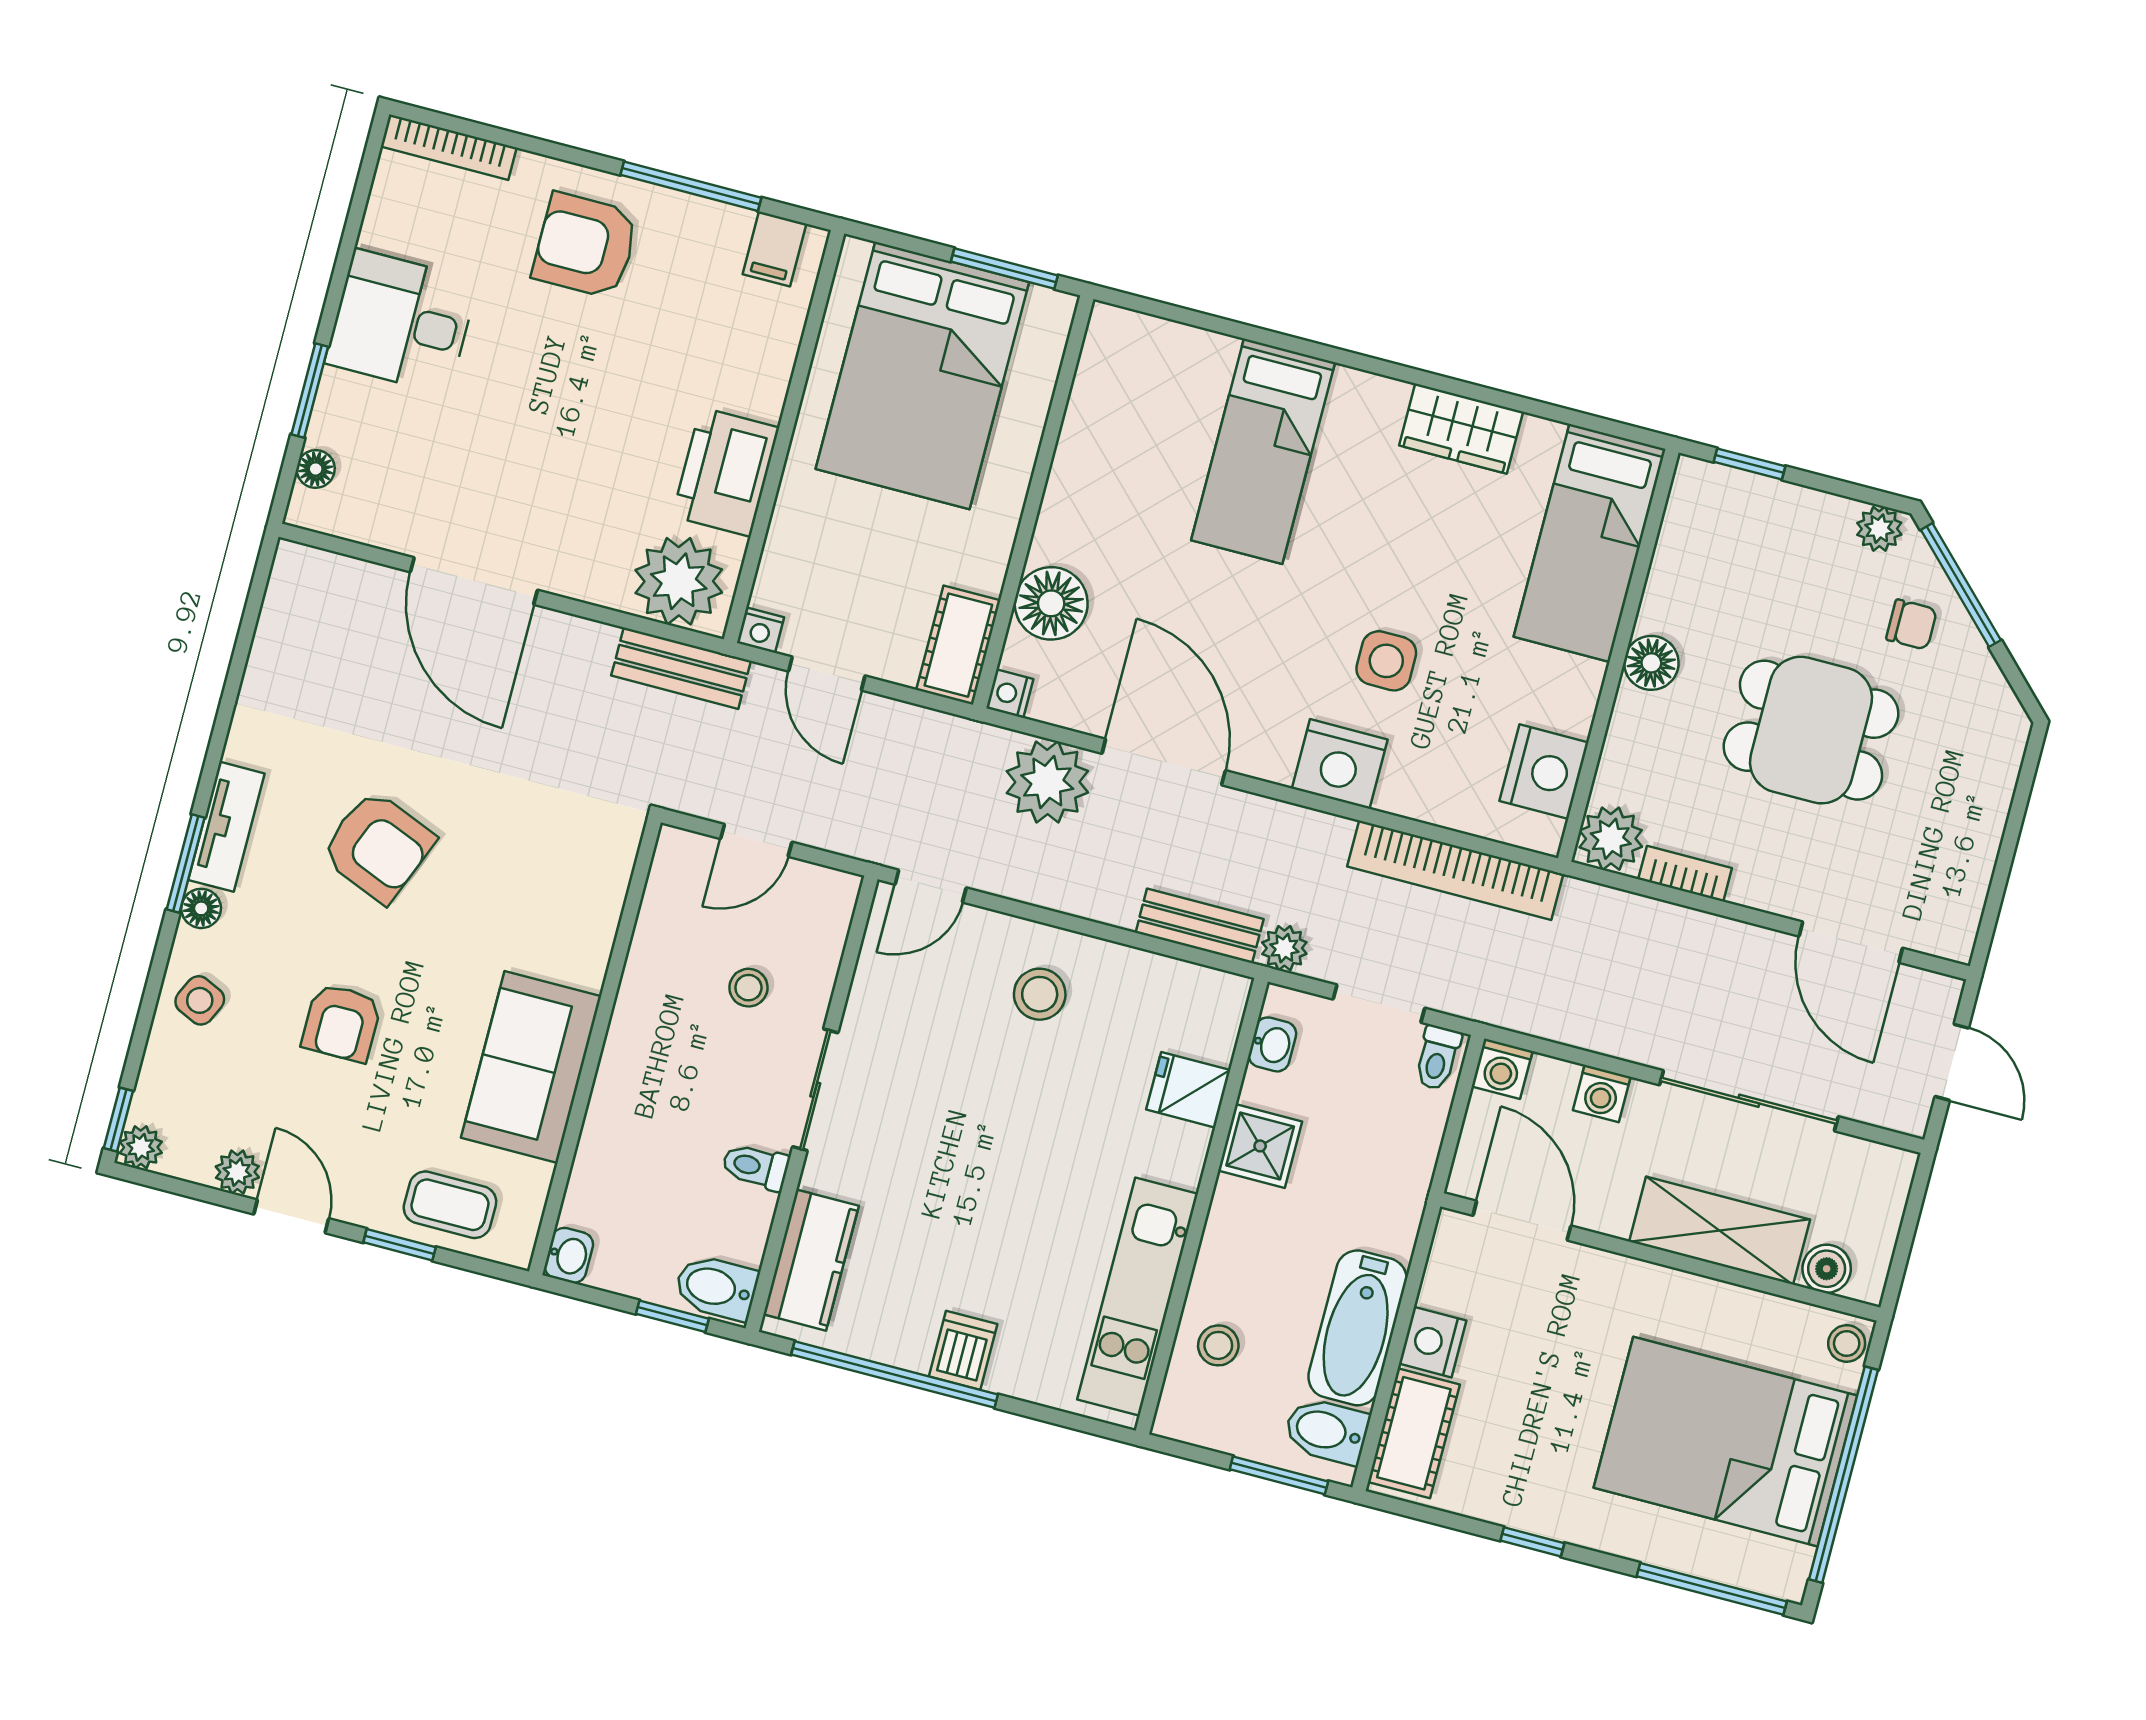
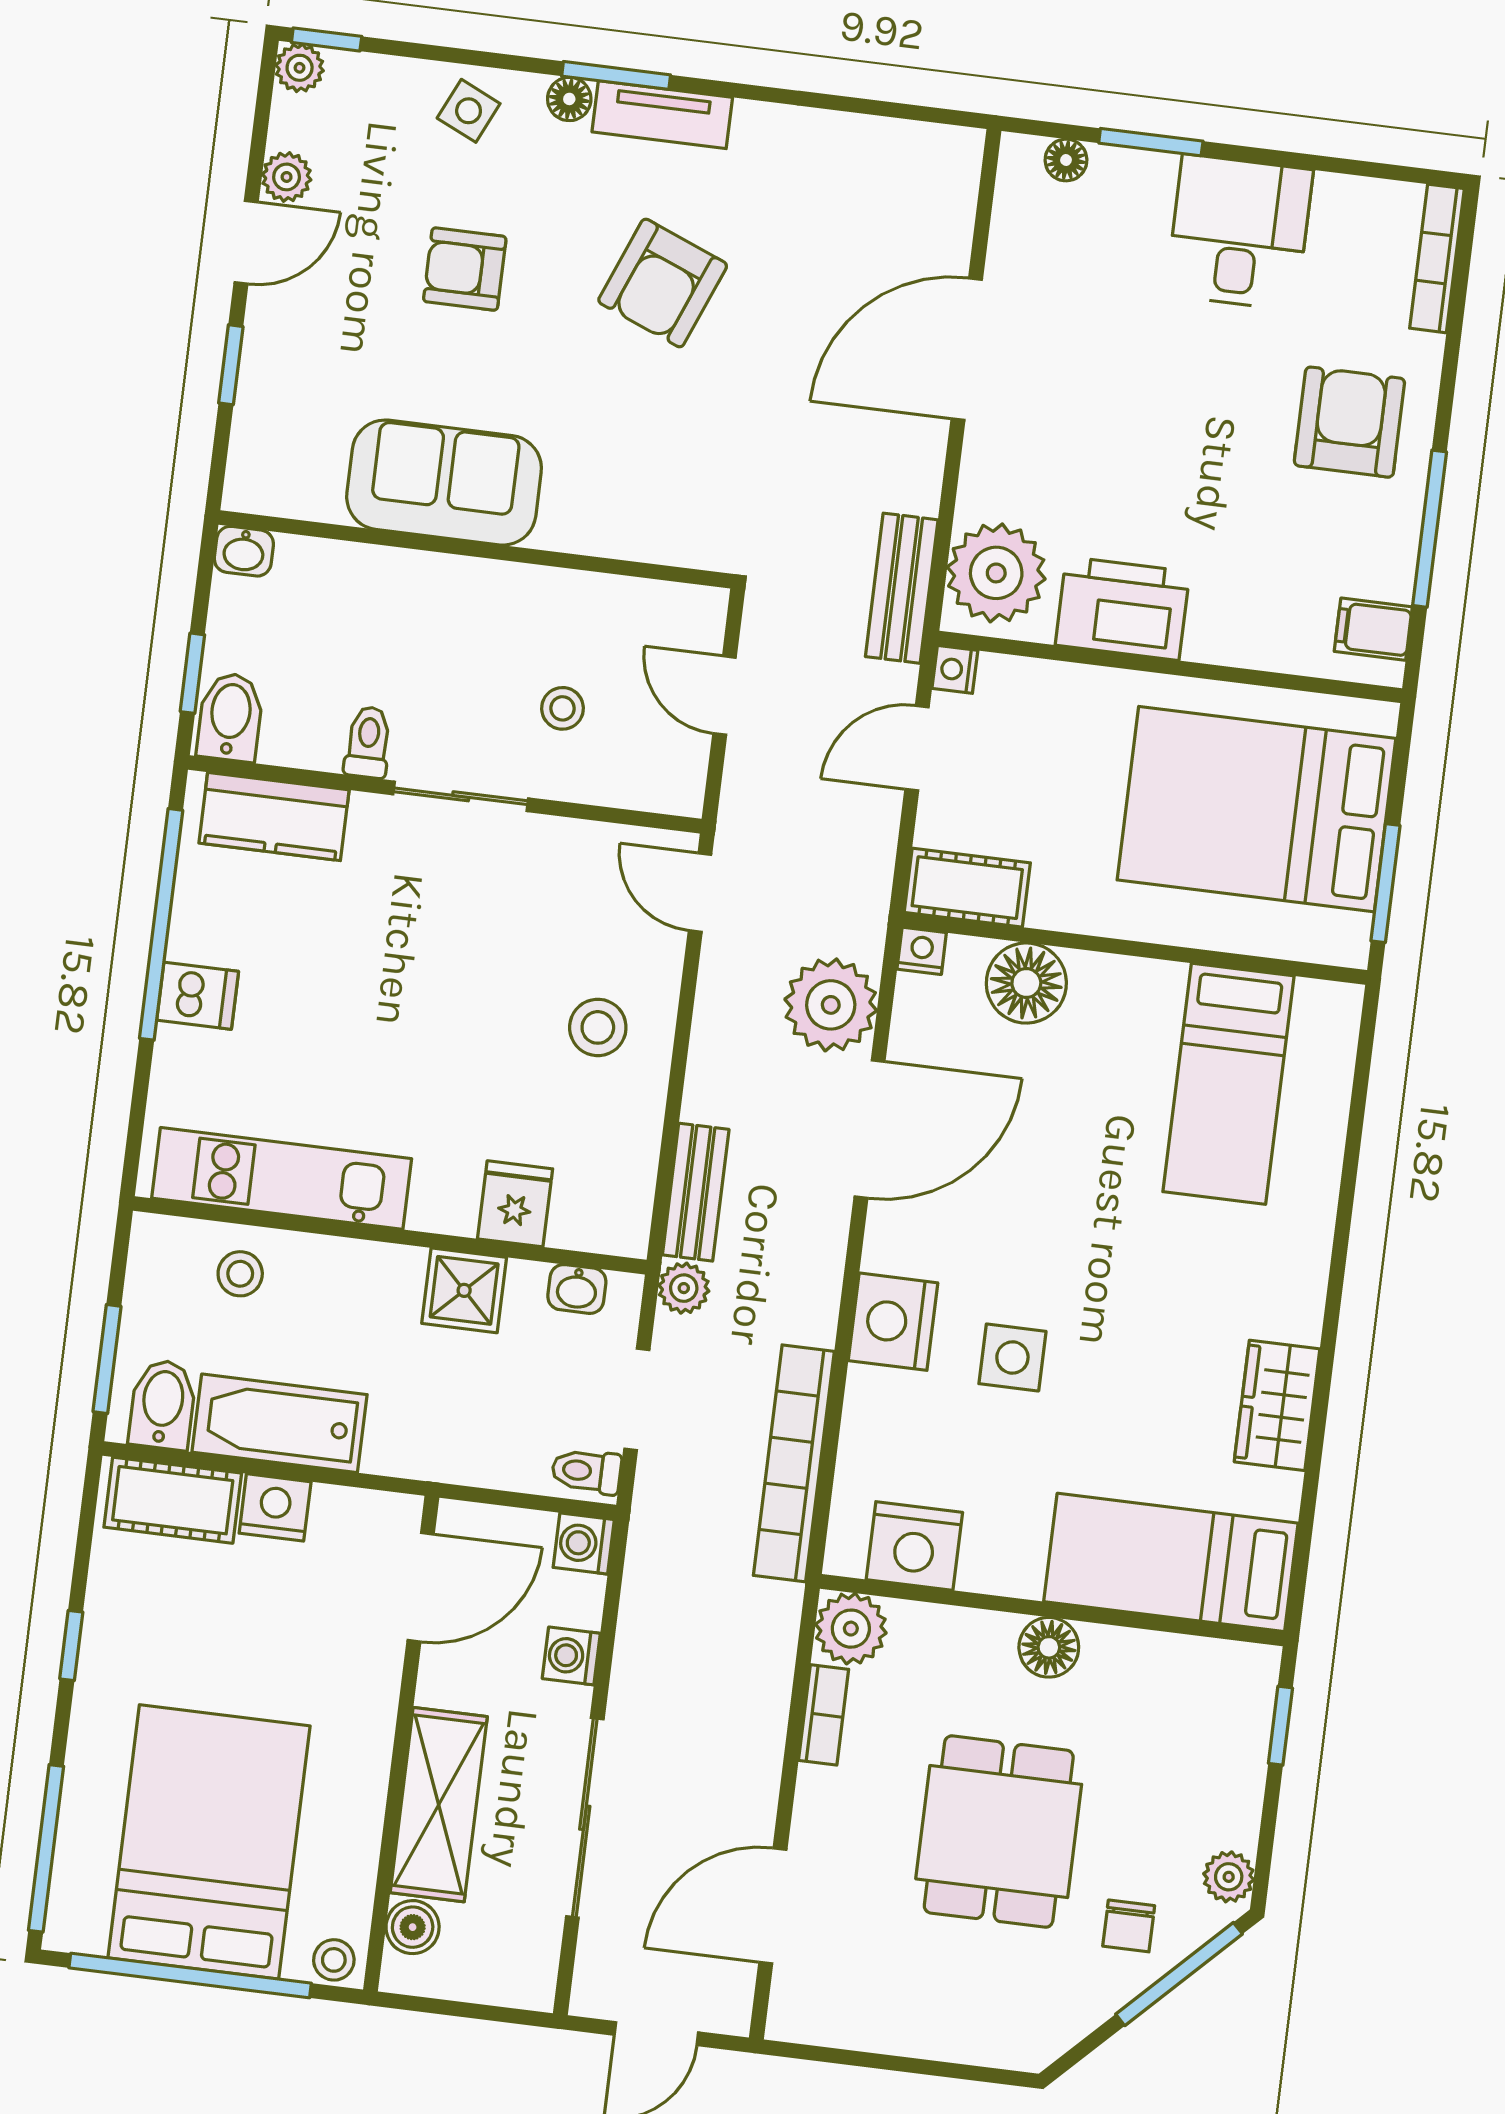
bed: (1263, 451) -> (1228, 1084), moved, turned -90
coffee table: (450, 1205) -> (282, 414), removed

